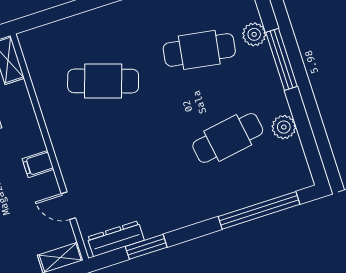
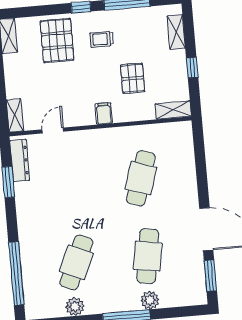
cafe table: (228, 138) -> (76, 262), turned 33
filing cabinet: (38, 164) -> (104, 114), moved

